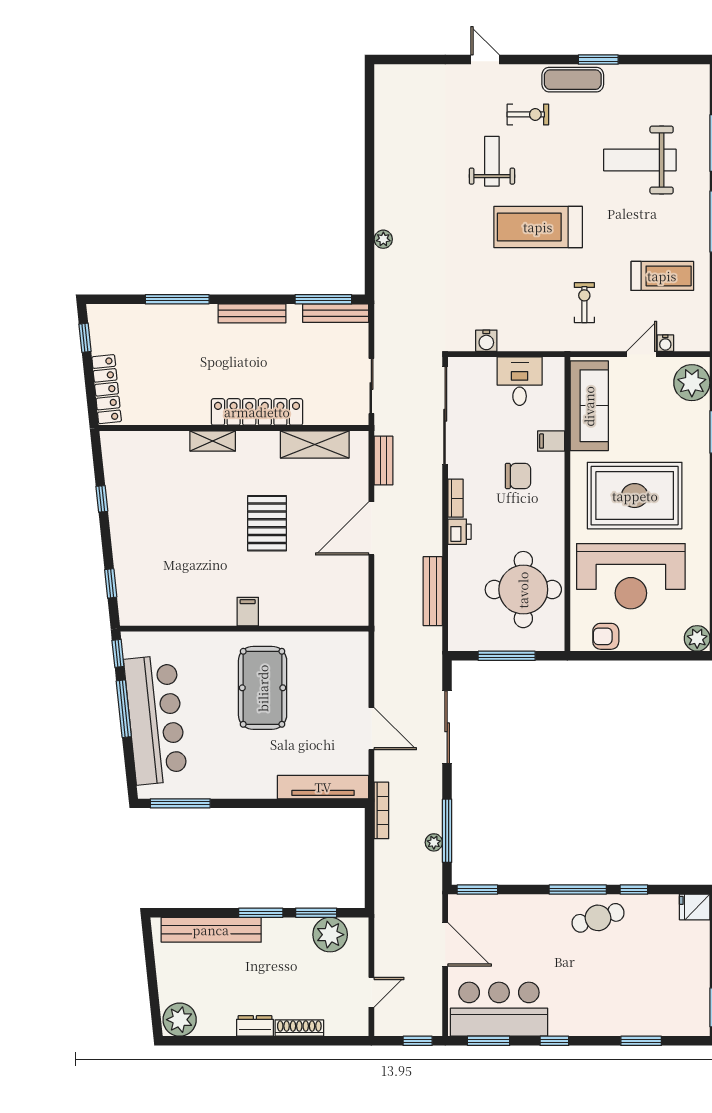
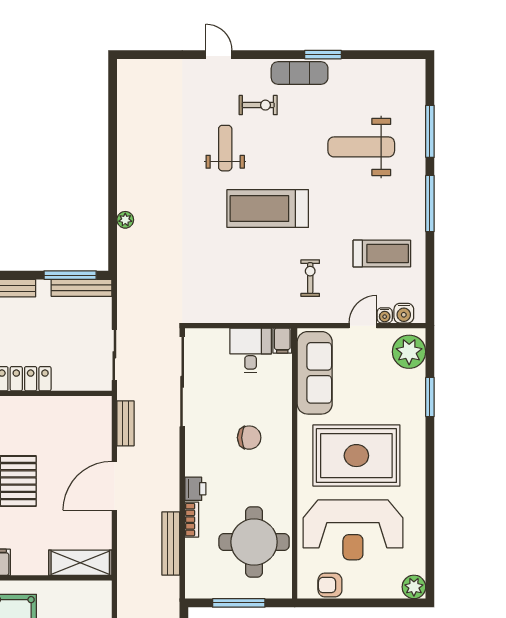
water cooler: (486, 341) -> (404, 313), moved
filing cabinet: (551, 441) -> (282, 341), moved, turned -90
shelving: (315, 444) -> (80, 563), moved
bookcase: (456, 498) -> (192, 520), moved

